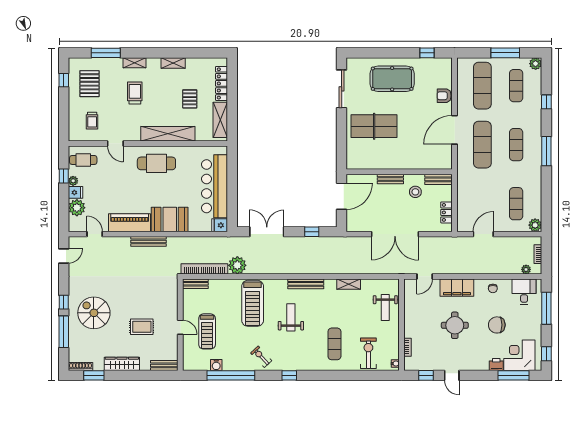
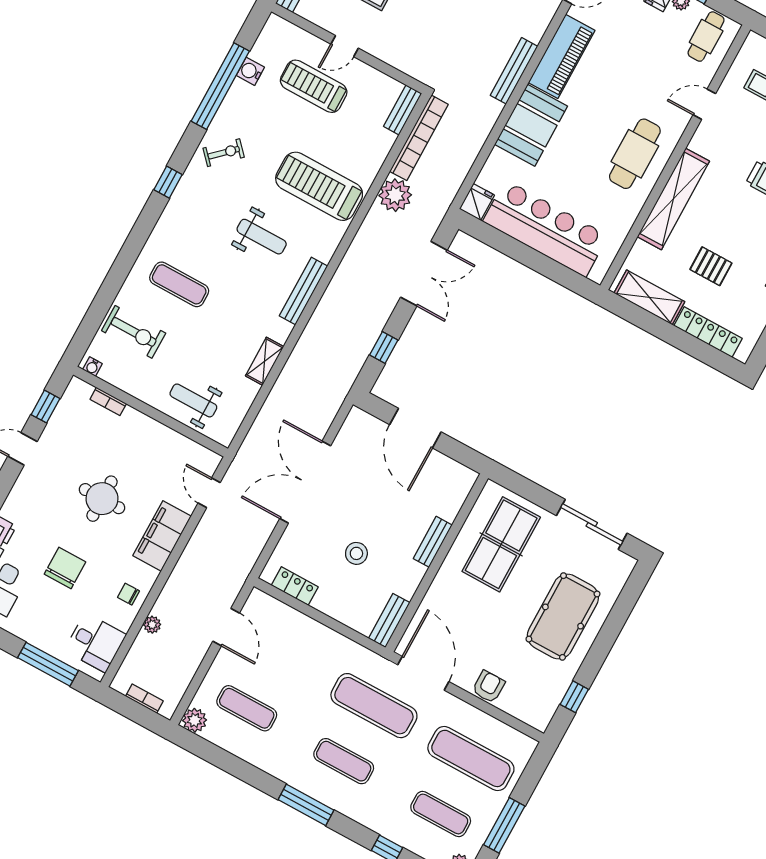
wall: (399, 172) -> (437, 563), moved
bench: (390, 179) -> (433, 542), moved
bench: (438, 179) -> (389, 620), moved
plant: (526, 269) -> (152, 625), moved

